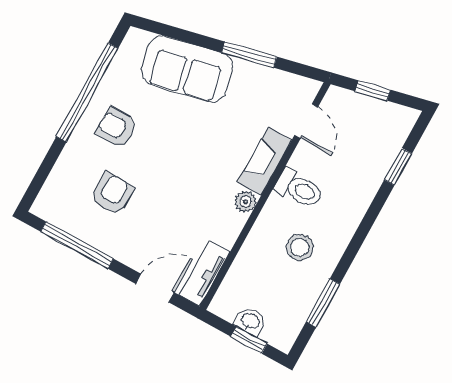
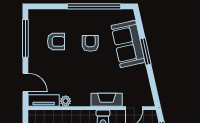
window: (249, 55) -> (146, 52), moved
armchair: (117, 128) -> (90, 43), moved
plant: (245, 202) -> (66, 101), moved

